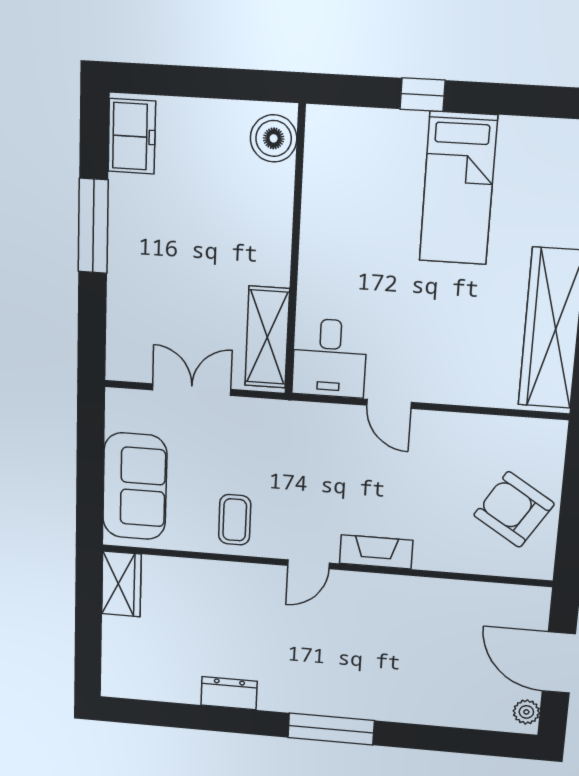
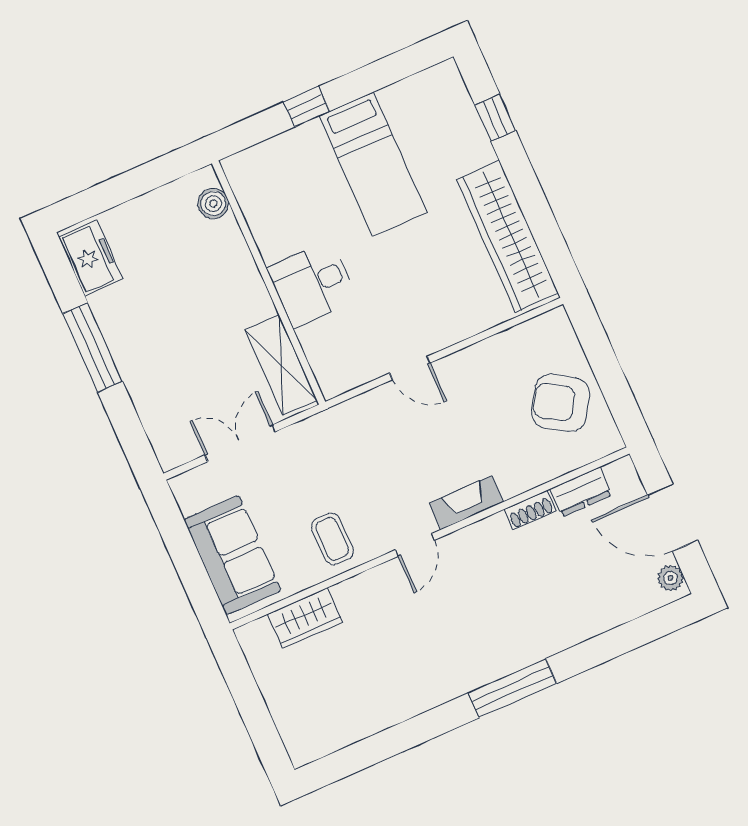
boiler: (274, 138) -> (213, 204), width x0.73, depth x0.73
desk: (330, 358) -> (312, 284), moved, turned 90
wardrobe: (121, 584) -> (305, 618), moved, turned 90
shoe rack: (432, 589) -> (530, 510), added
dresser: (229, 693) -> (581, 492), moved, turned 180

